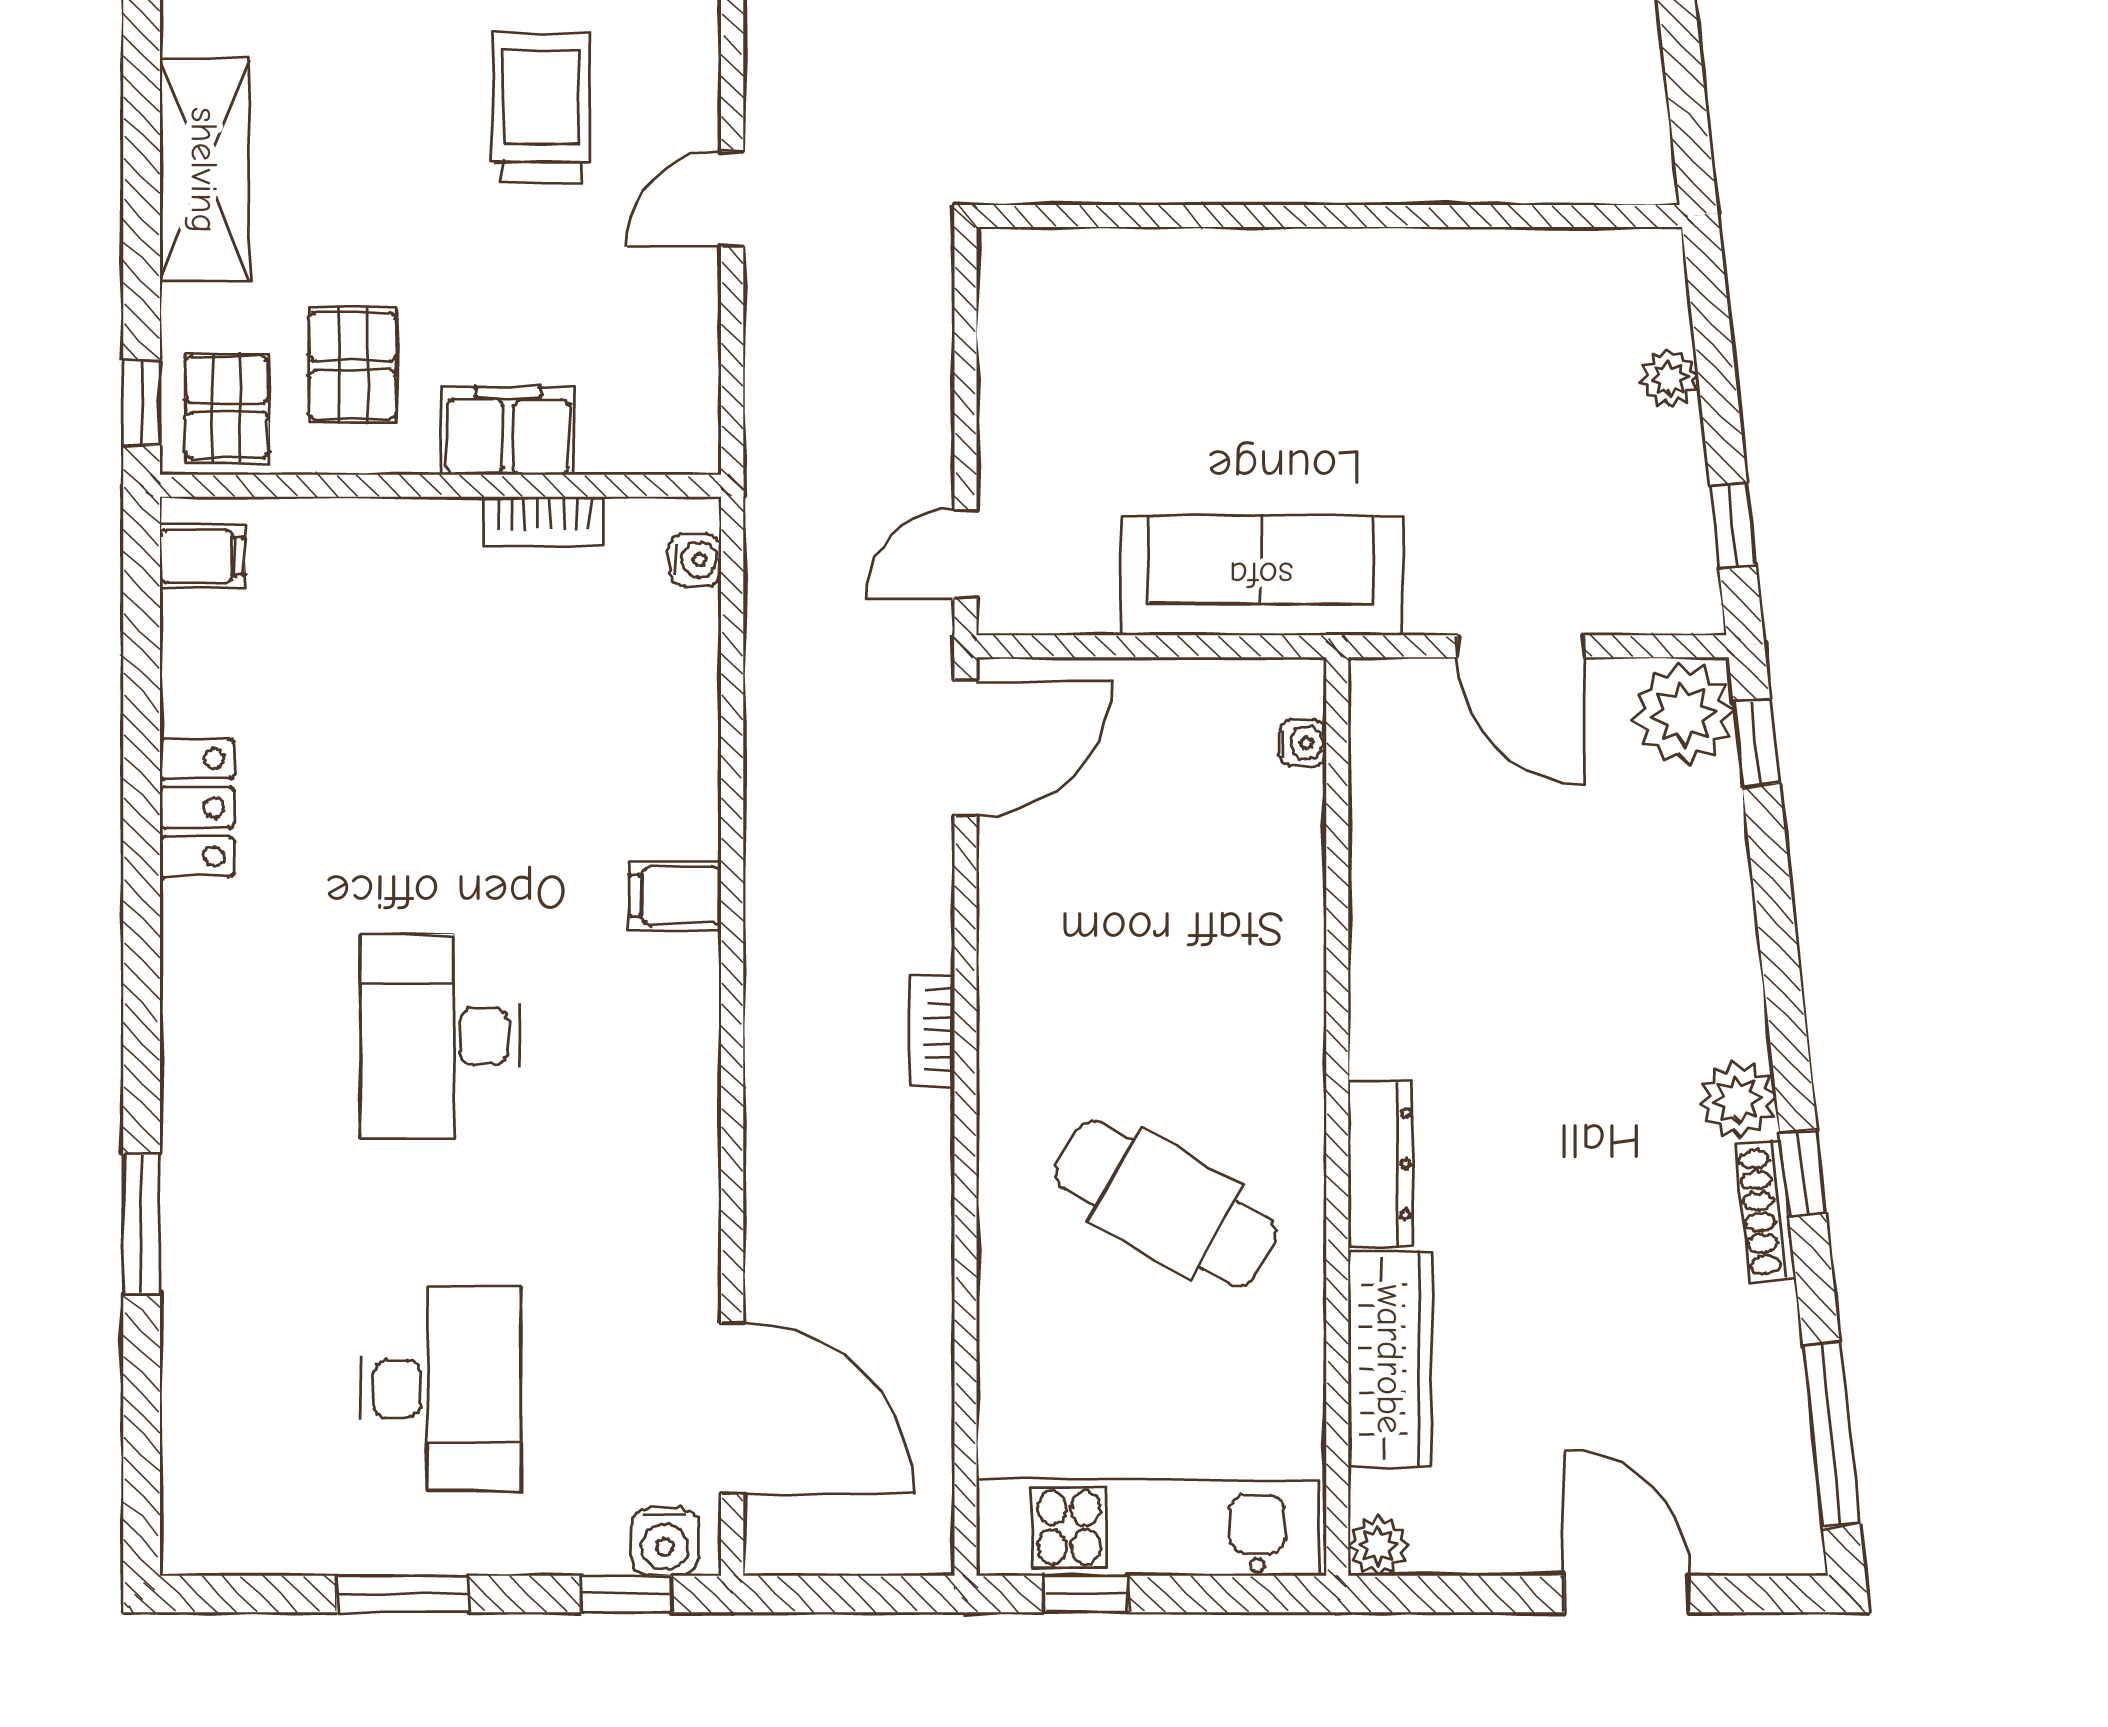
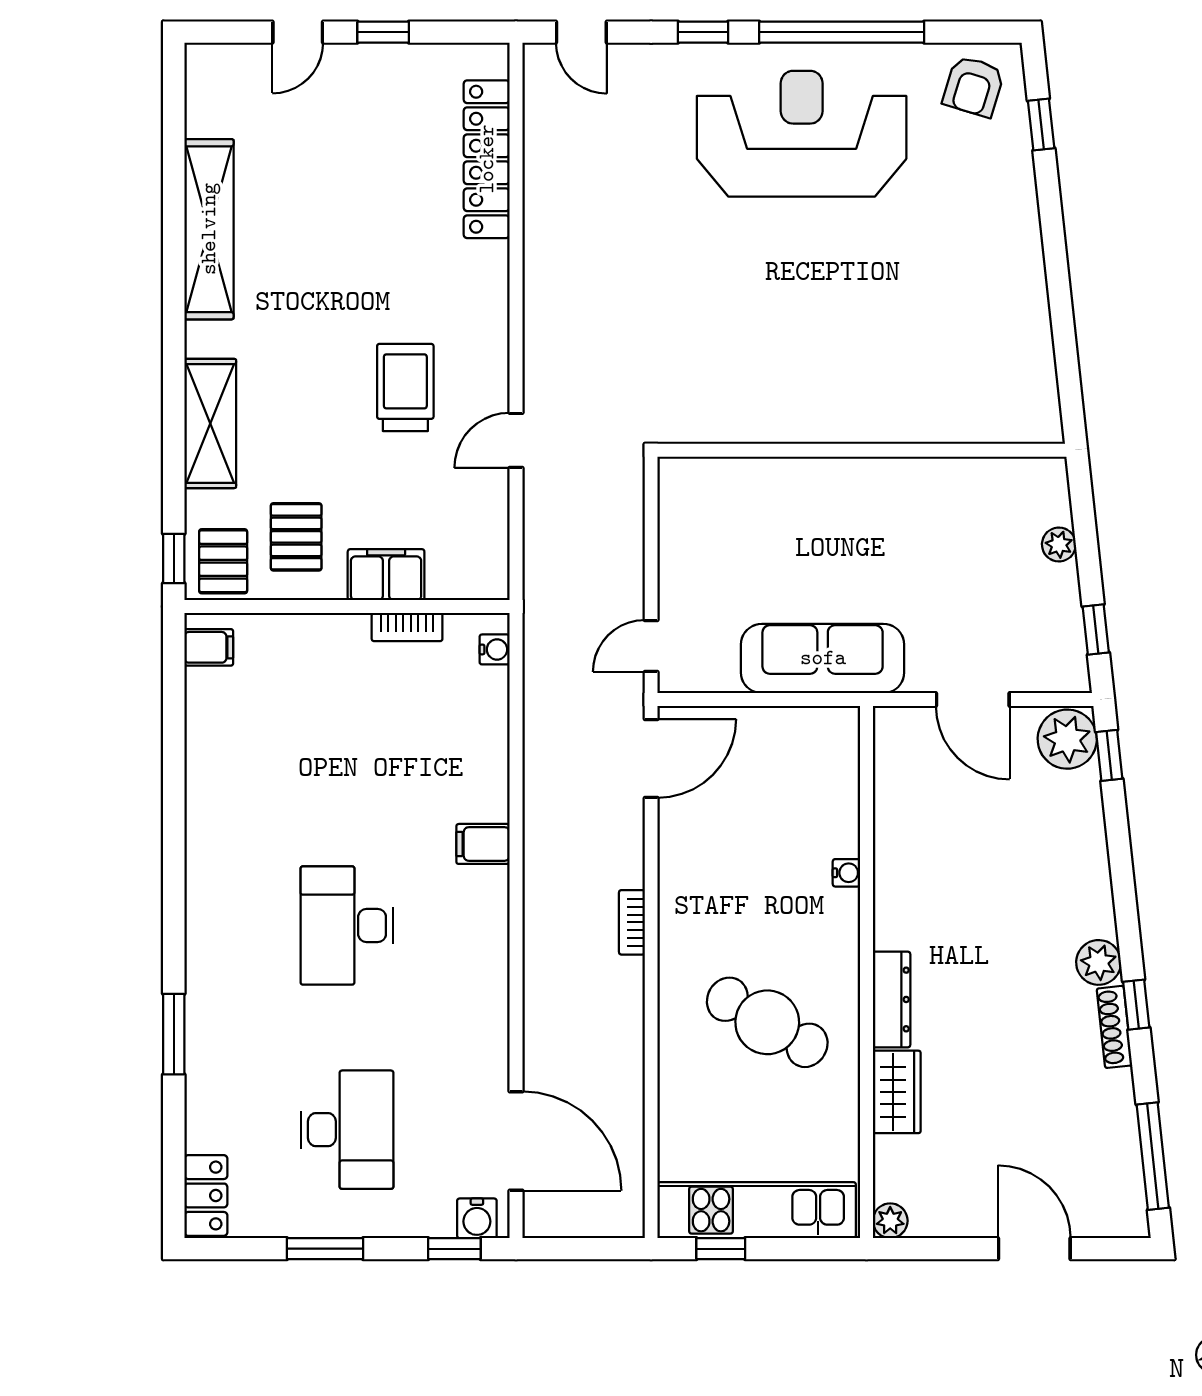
water cooler: (1303, 743) -> (846, 873), moved
locker: (197, 808) -> (206, 1195), moved
wardrobe: (1390, 1359) -> (897, 1092), width x0.67

